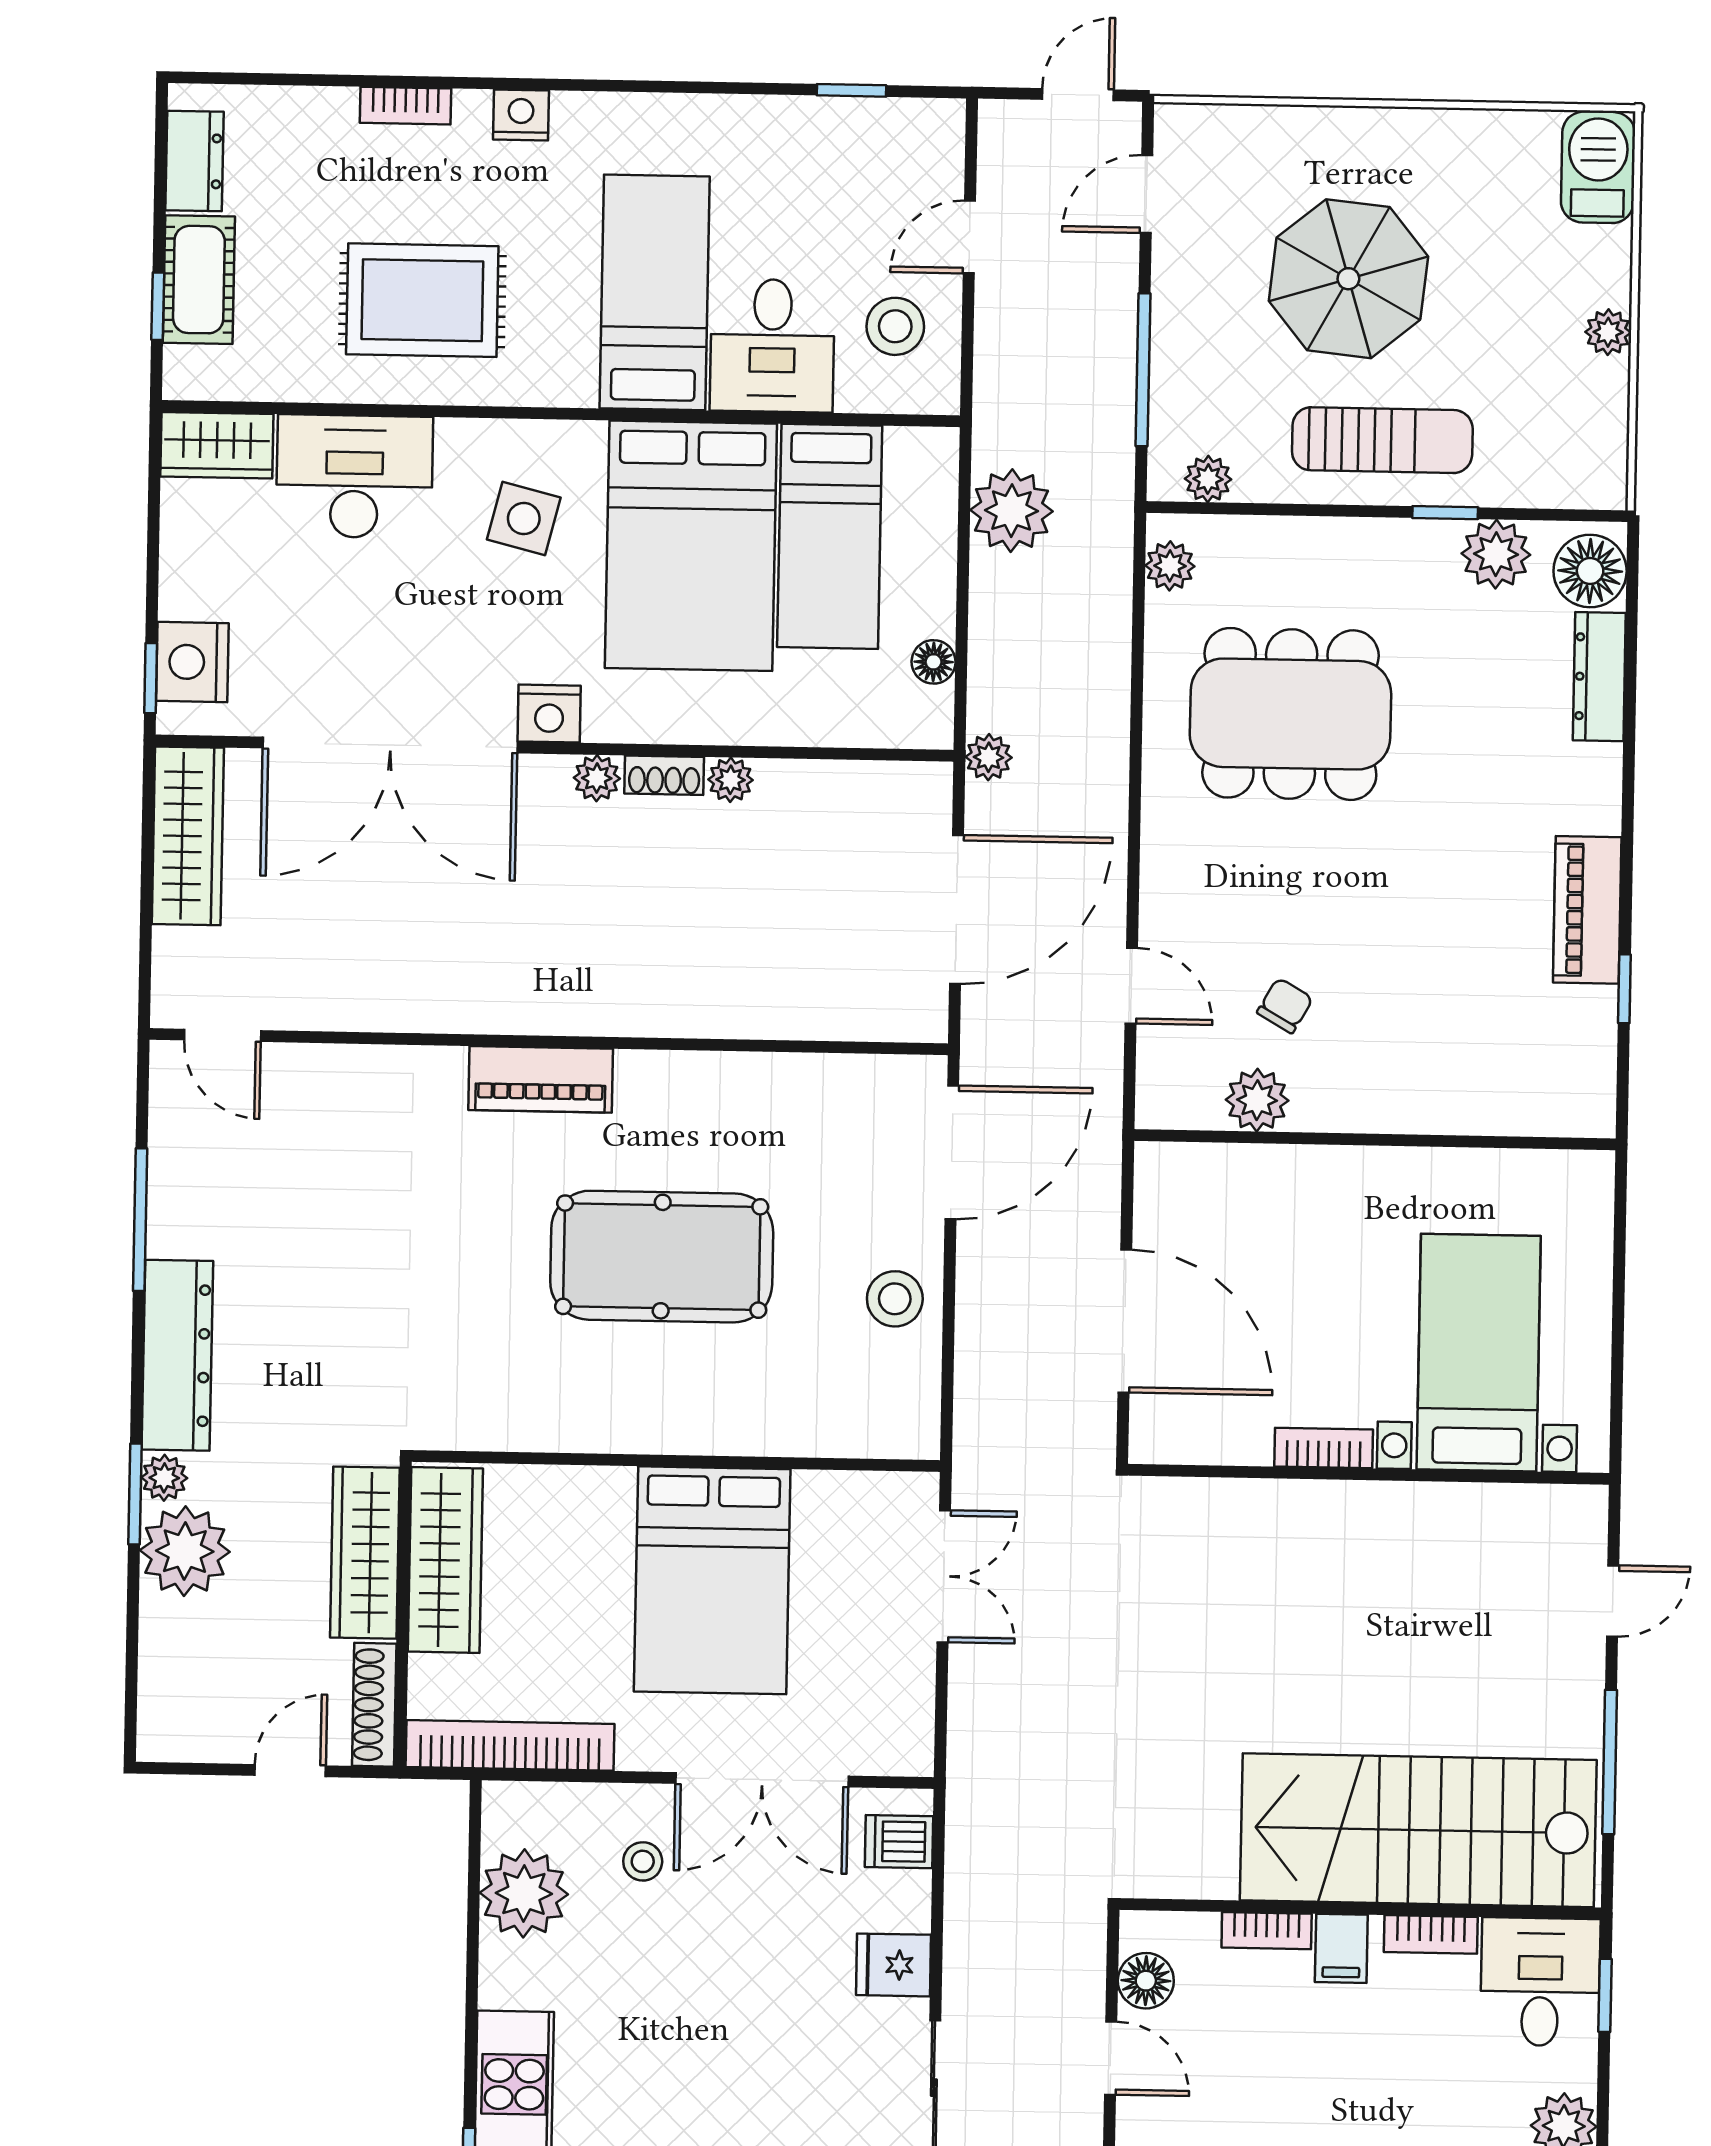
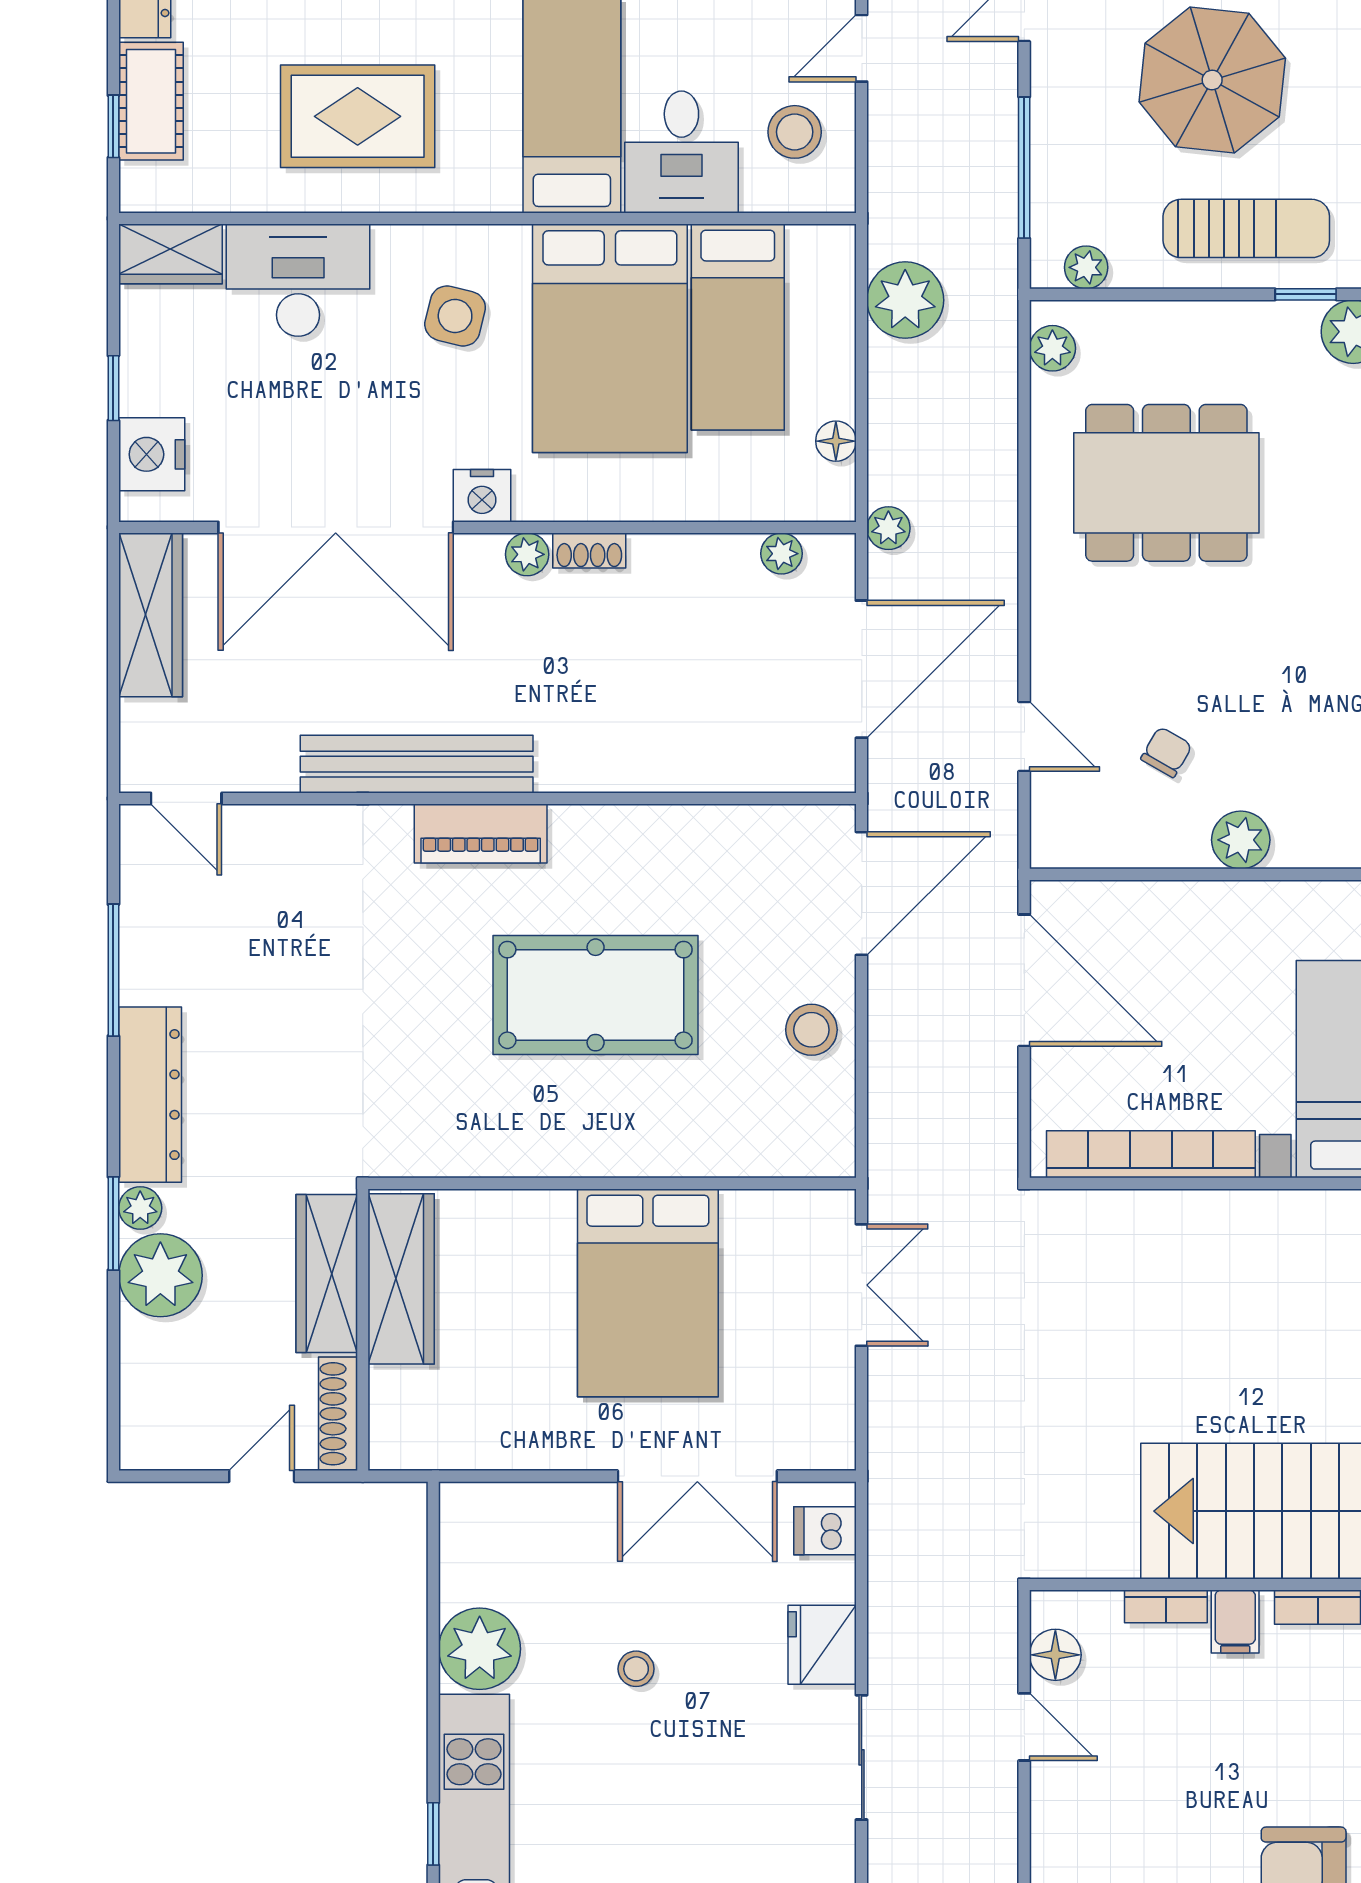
window: (151, 678) -> (113, 388), moved
plant: (731, 780) -> (782, 554), moved
bench: (473, 1003) -> (417, 764), added
plant: (1257, 1100) -> (1241, 840), moved
door: (1125, 1321) -> (1024, 980), moved
bookcase: (1324, 1448) -> (1151, 1154), width x2.31, depth x1.31
bookcase: (510, 1745) -> (464, 1449), removed
stool: (643, 1861) -> (636, 1669), moved
plant: (524, 1893) -> (480, 1649), moved
fridge: (894, 1965) -> (822, 1645), width x1.38

